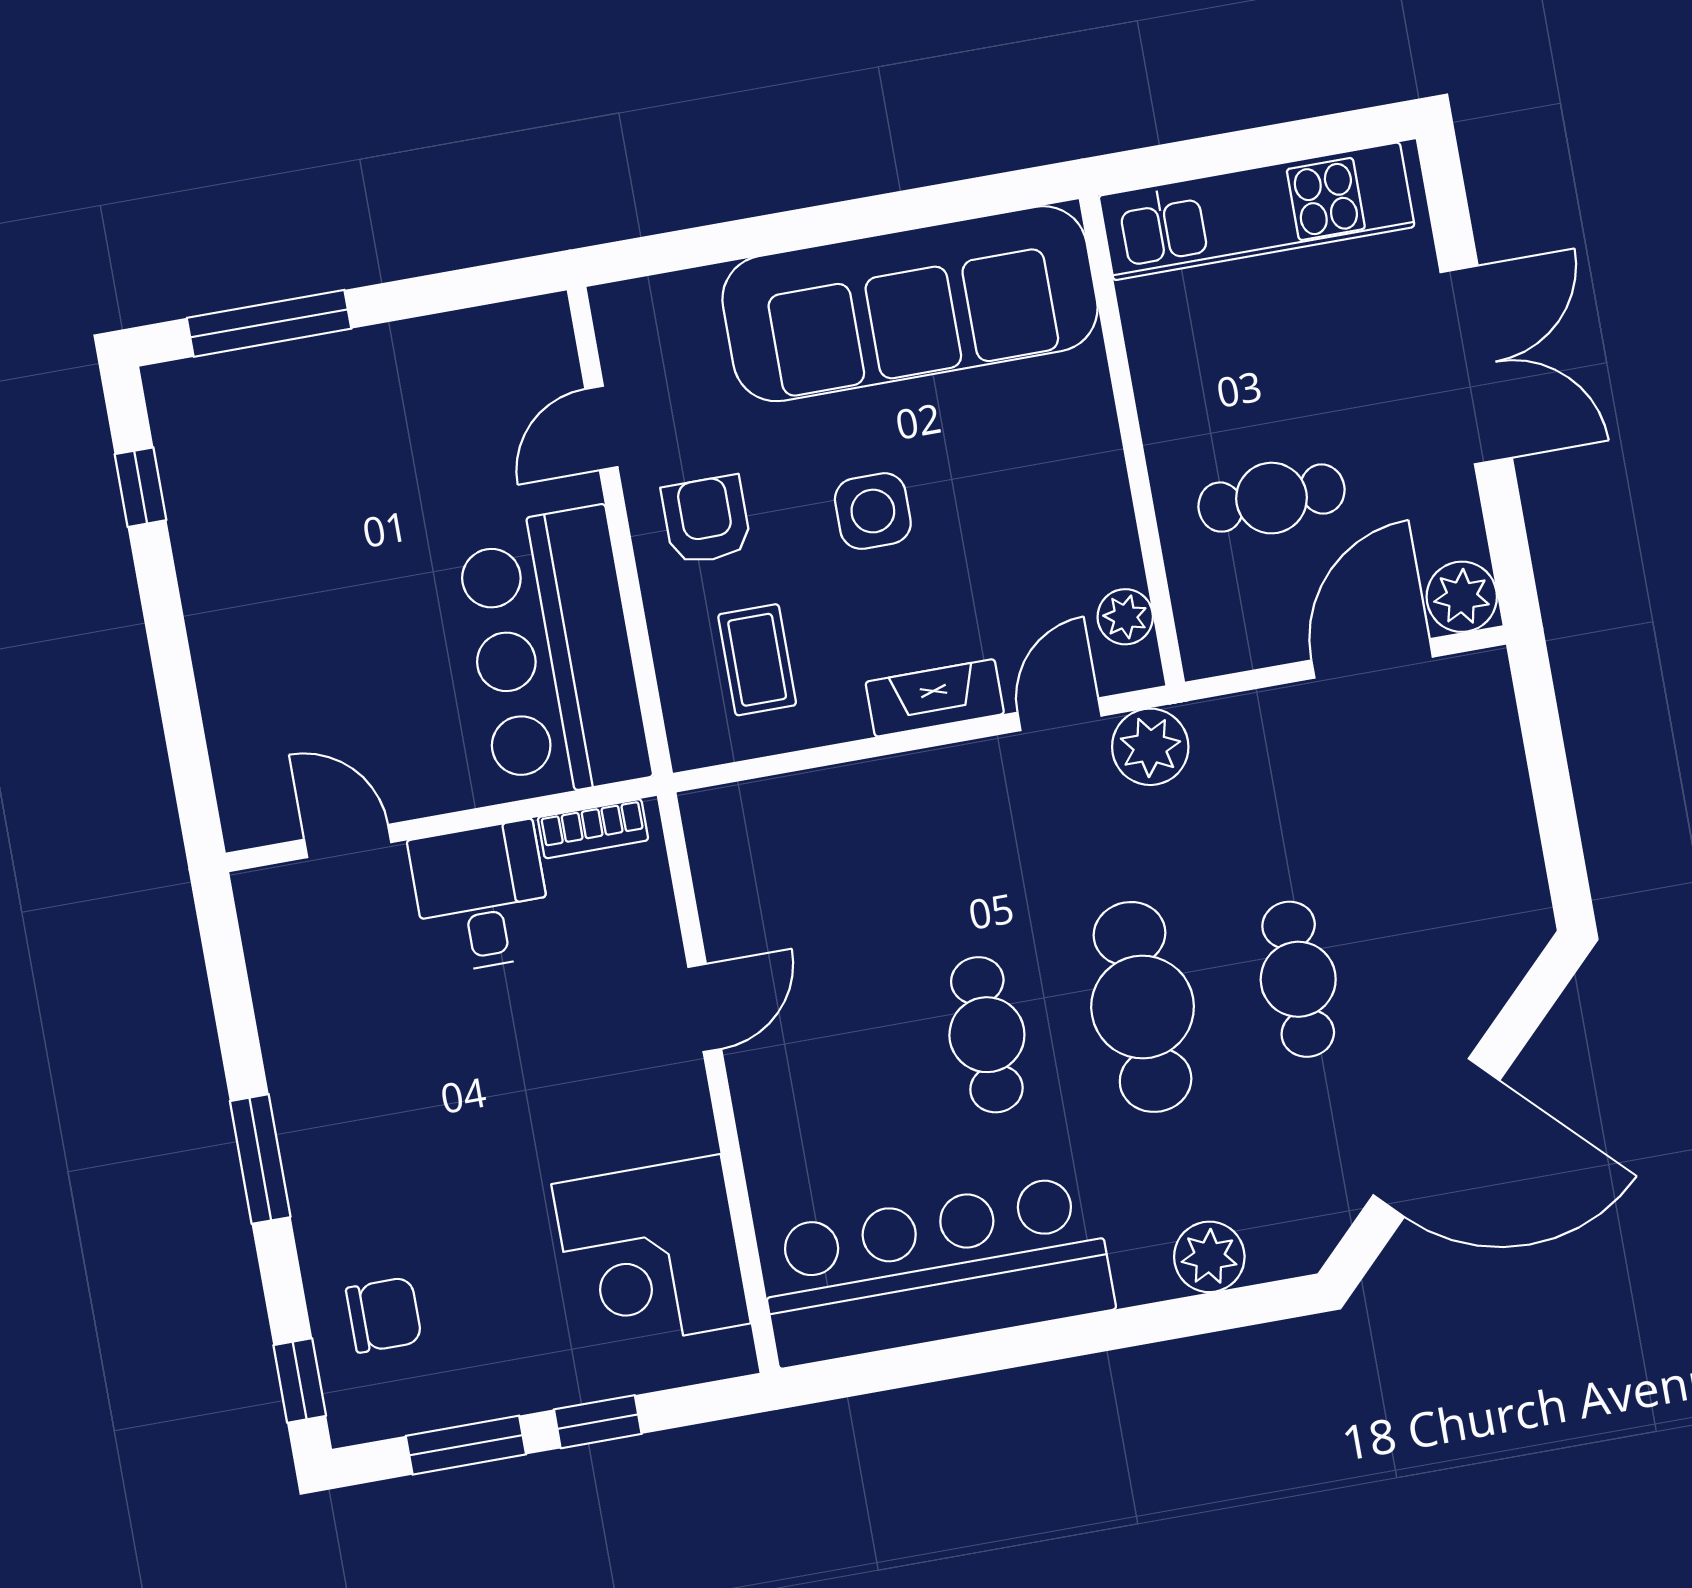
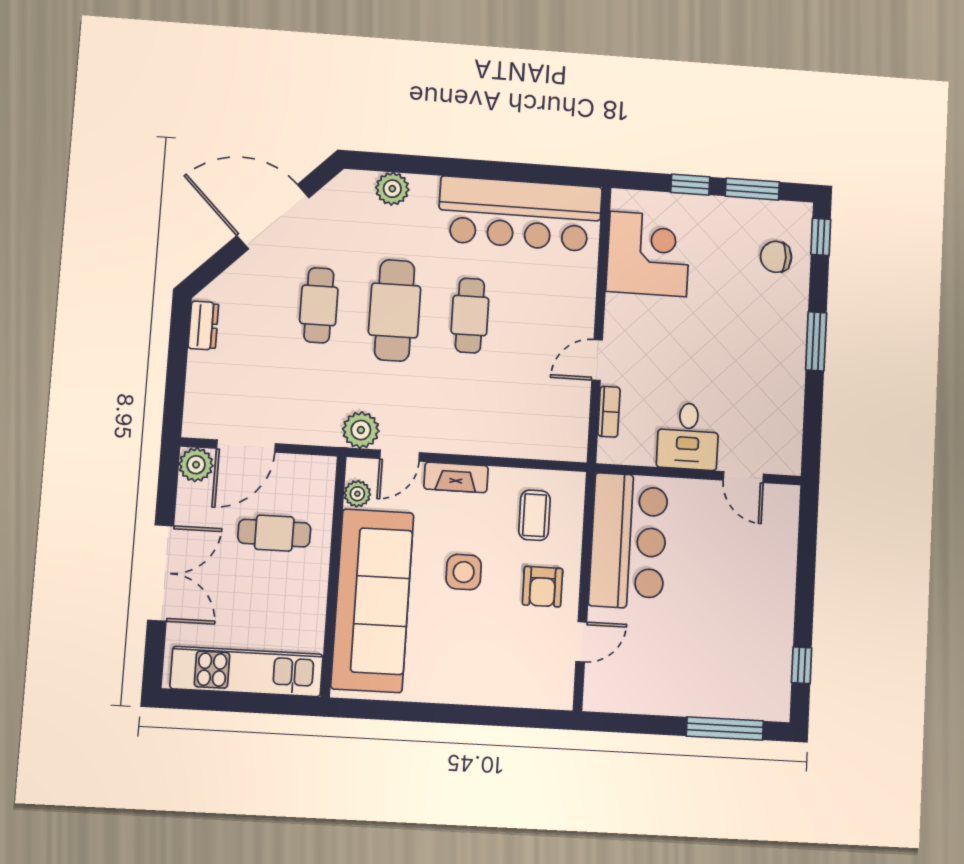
sofa: (910, 304) -> (372, 601), moved, turned 90
double door: (1476, 365) -> (161, 573), swing flipped
bookcase: (593, 829) -> (609, 412), moved, turned 90
dresser: (1519, 880) -> (203, 326), added

